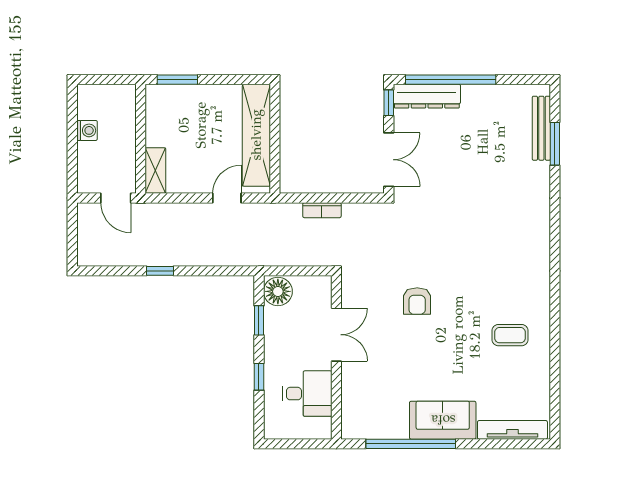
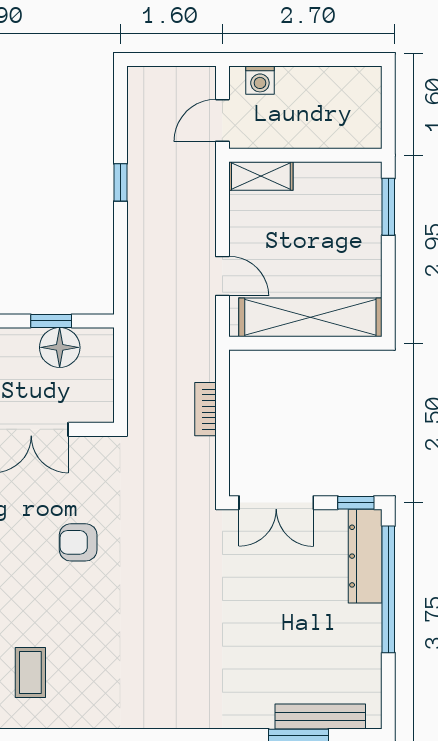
washing machine: (87, 130) -> (260, 80), moved
floor lamp: (278, 291) -> (60, 347), moved

